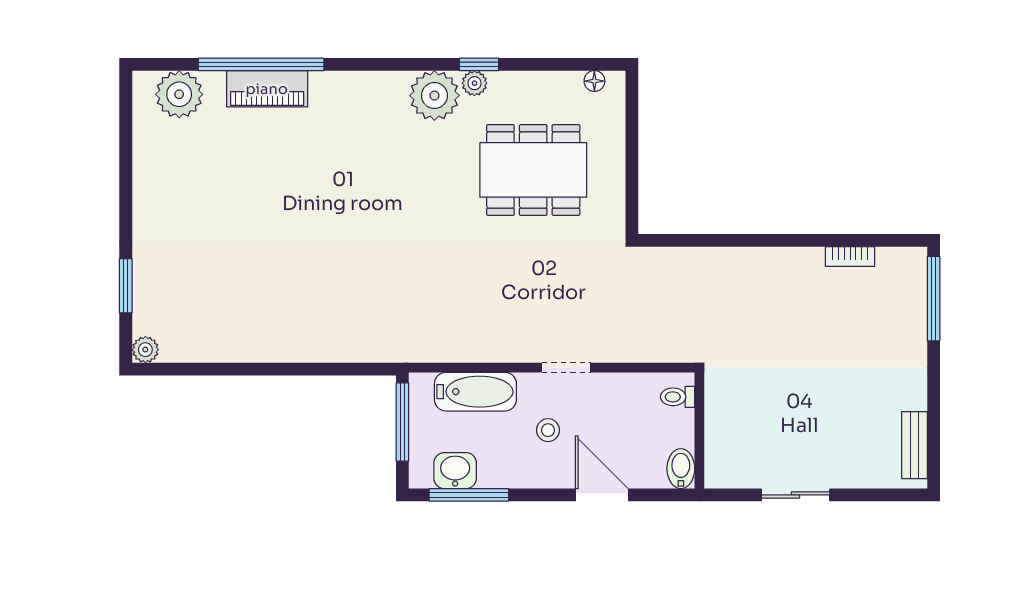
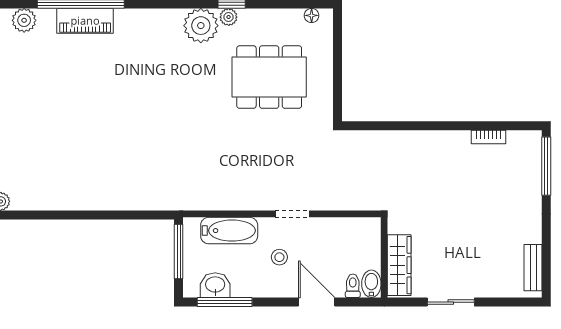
plant: (179, 94) -> (24, 20), width x0.73, depth x0.73
toilet: (678, 397) -> (353, 286), moved, turned 90
wardrobe: (721, 442) -> (399, 265), added

